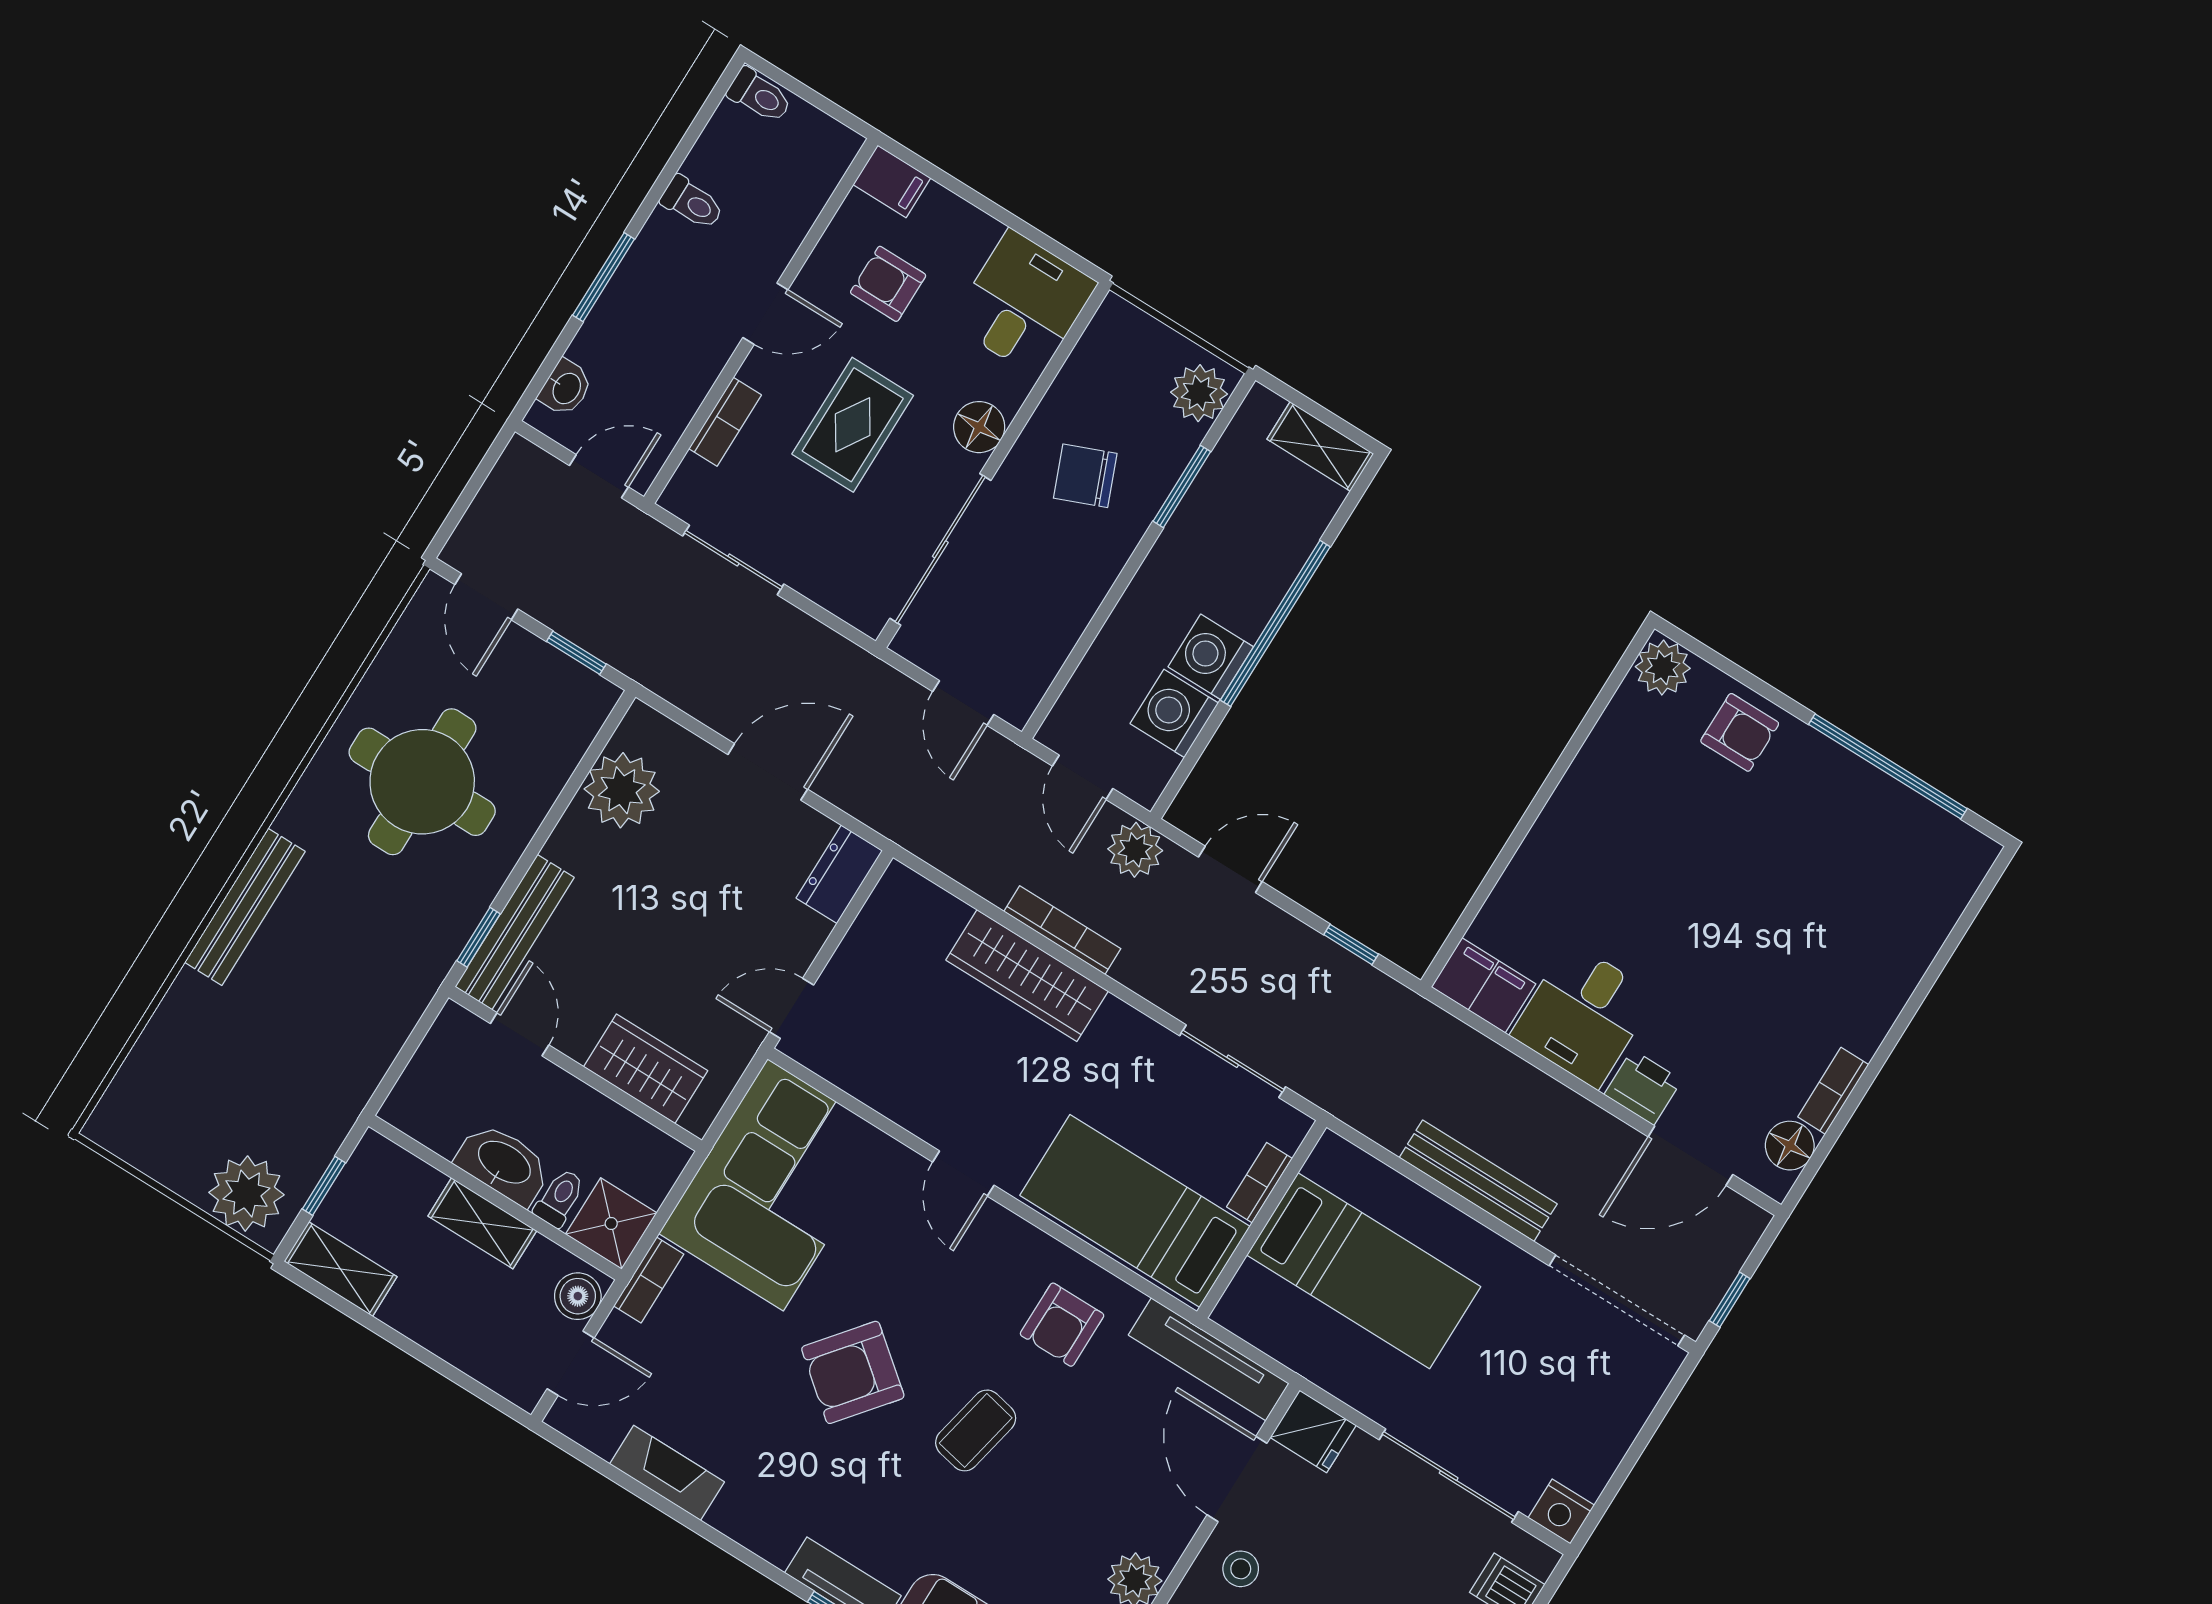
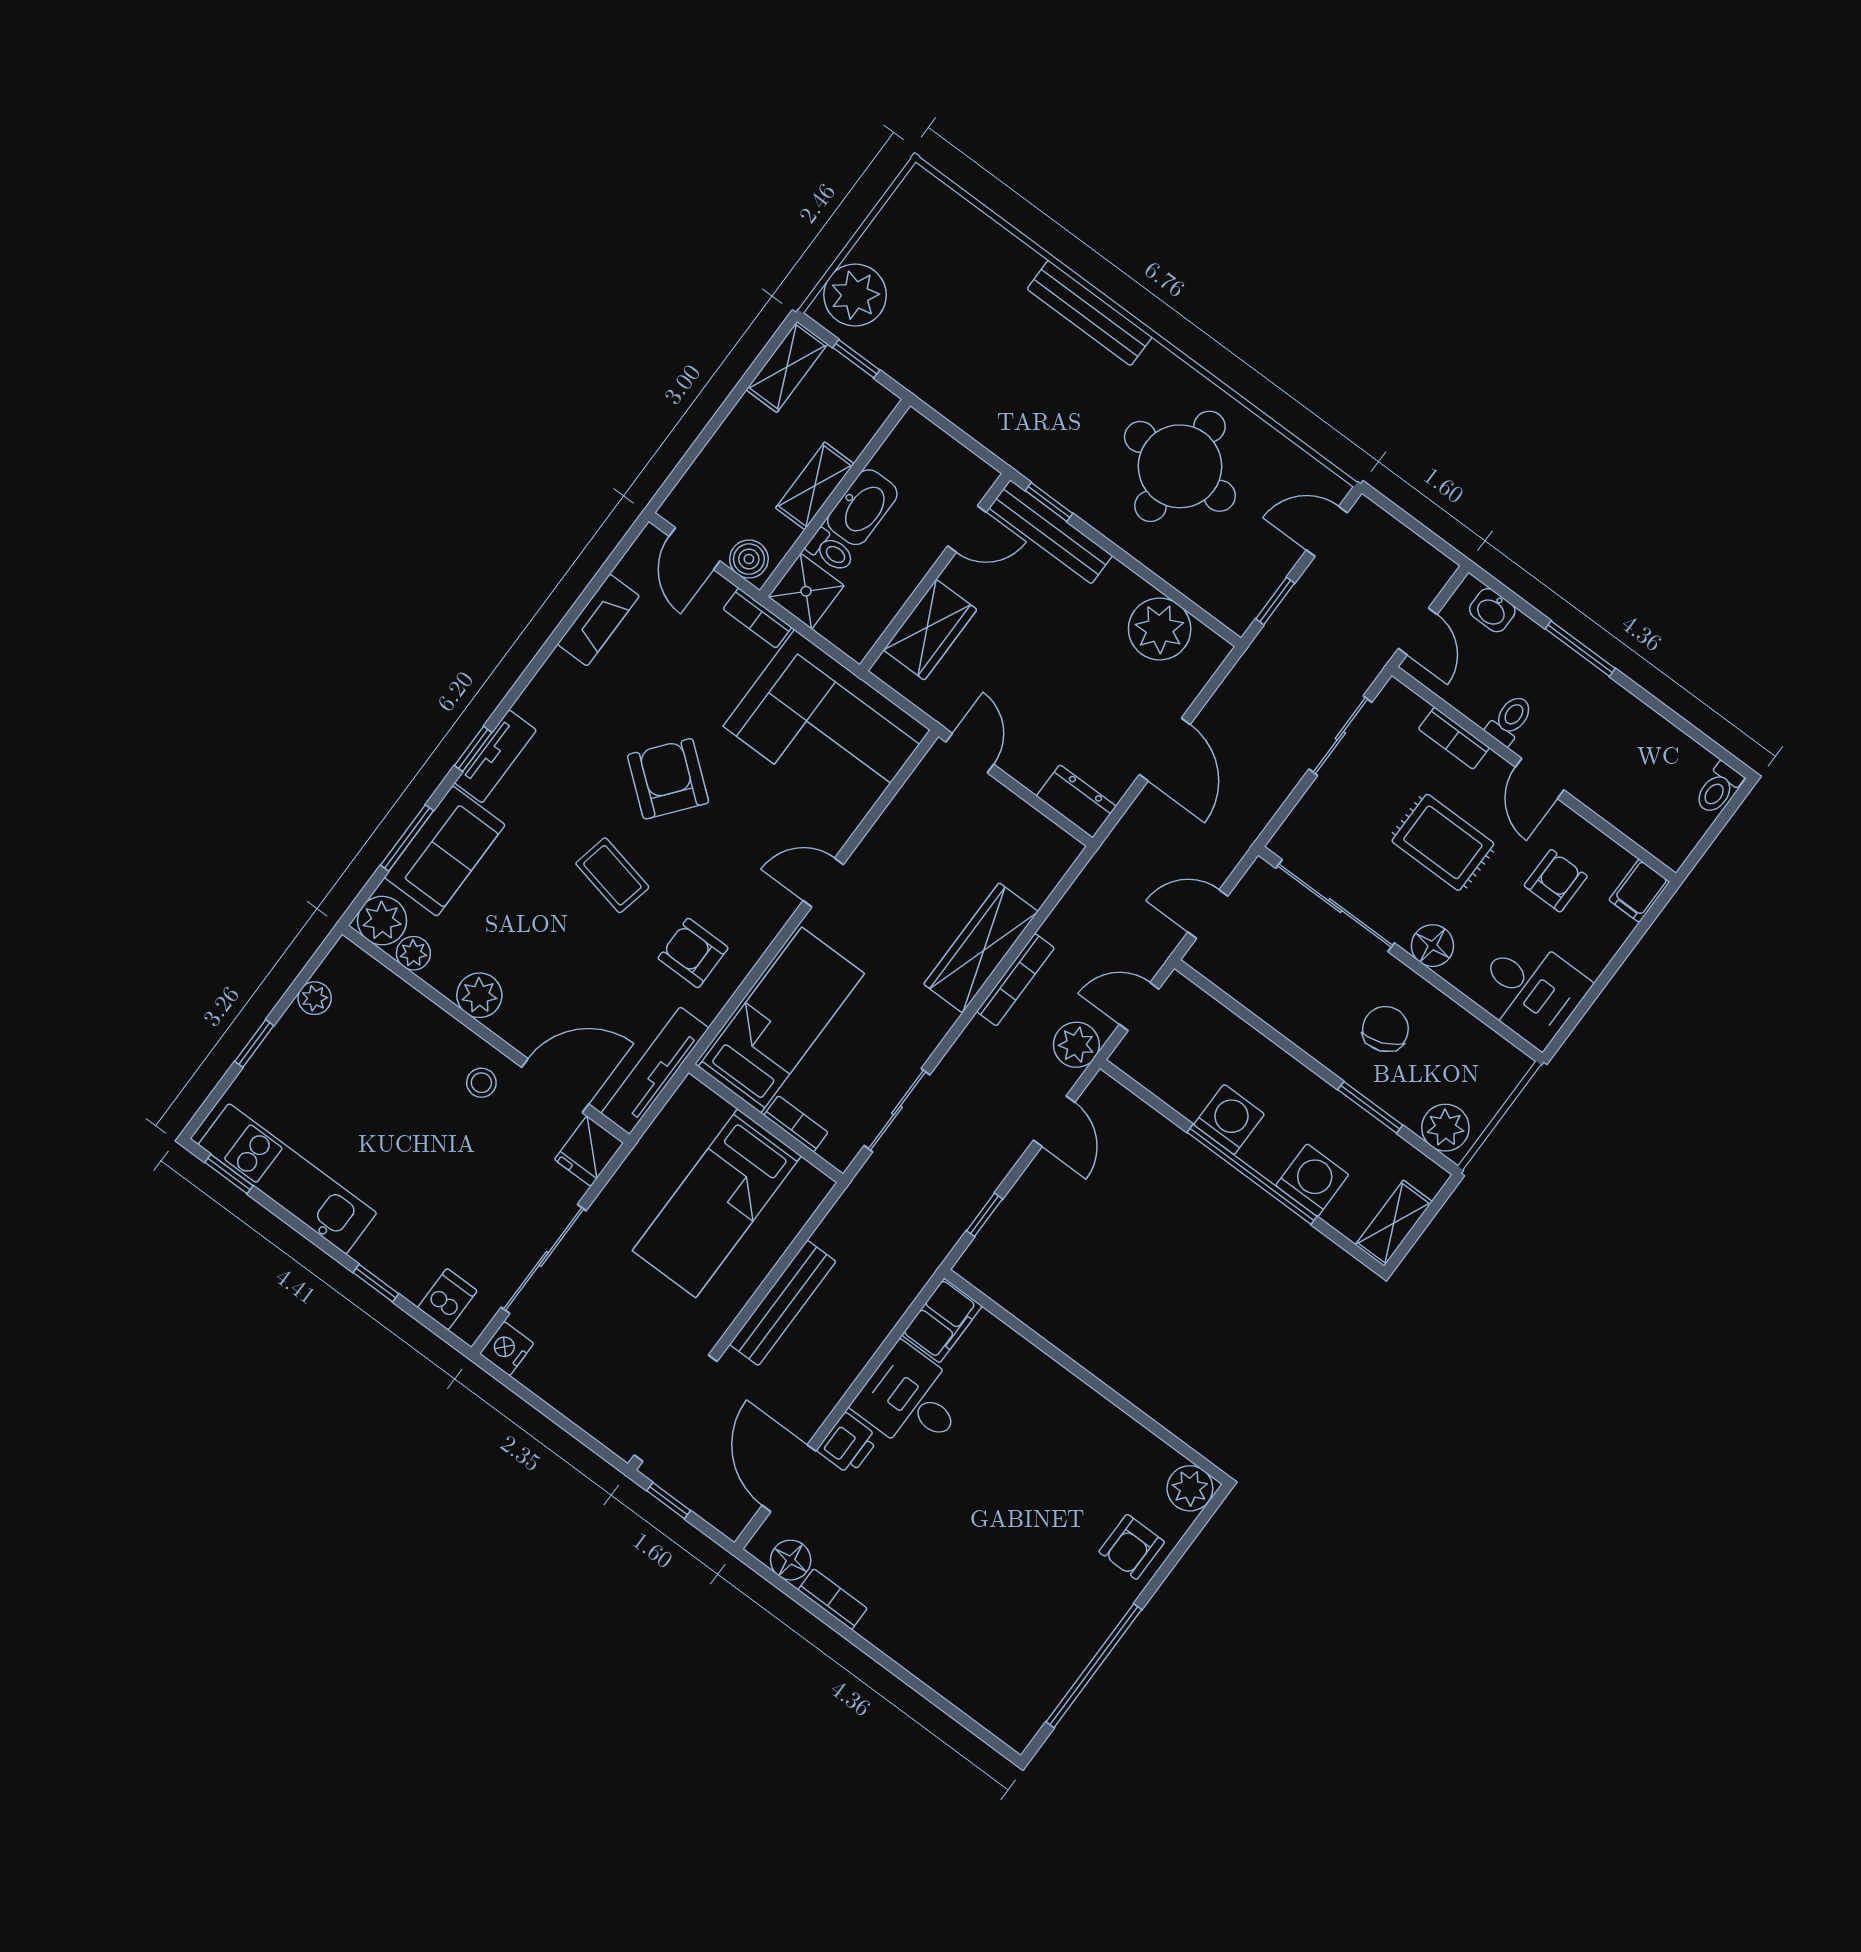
toilet: (692, 203) -> (1510, 720), moved, turned 180
washing machine: (1174, 713) -> (1312, 1180), moved

